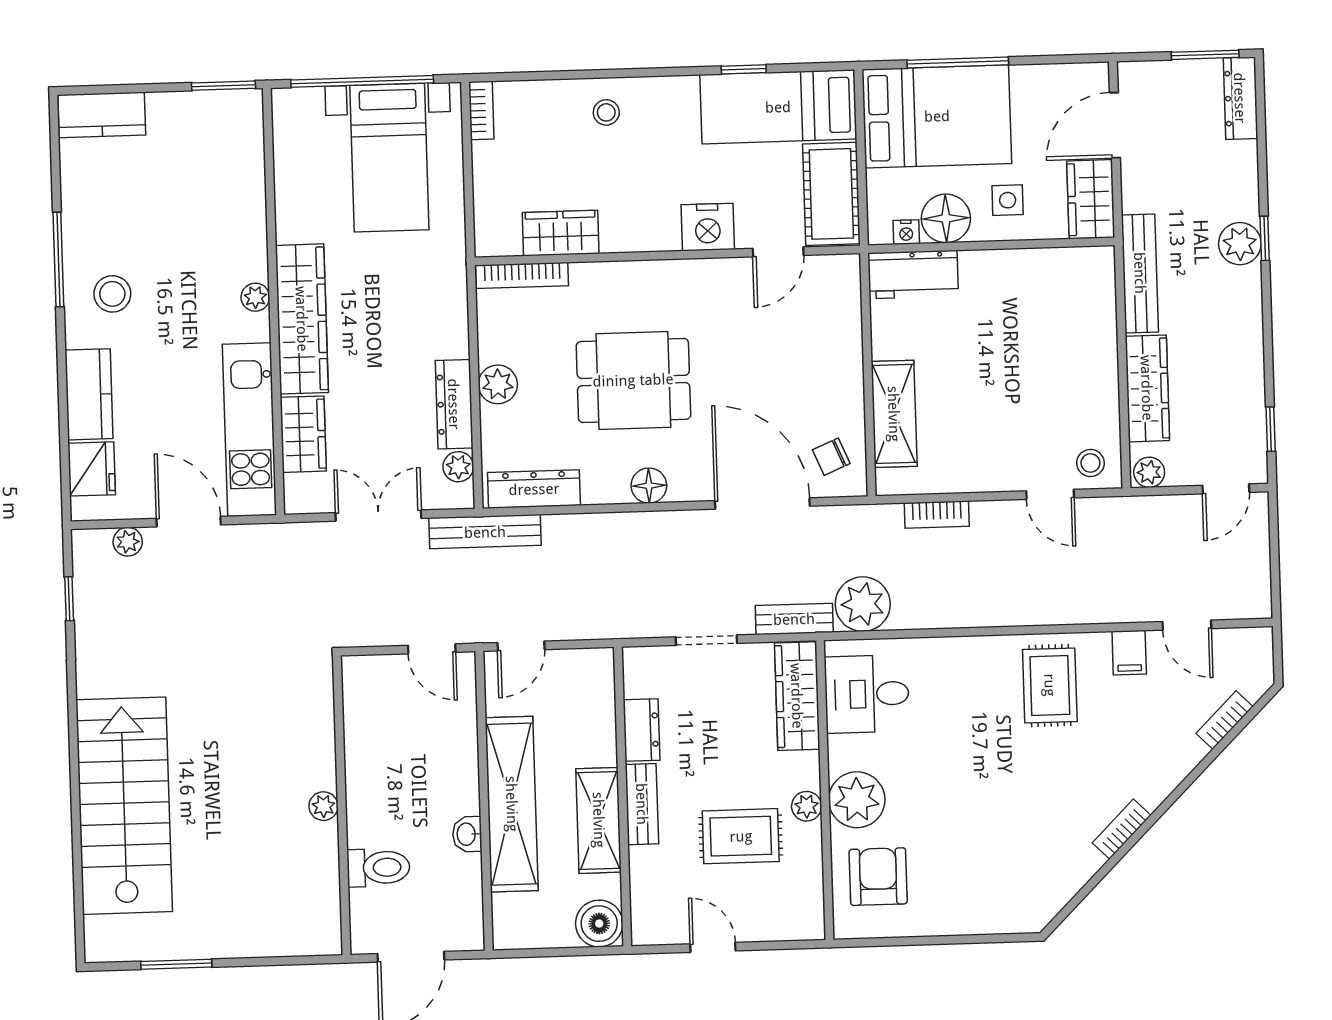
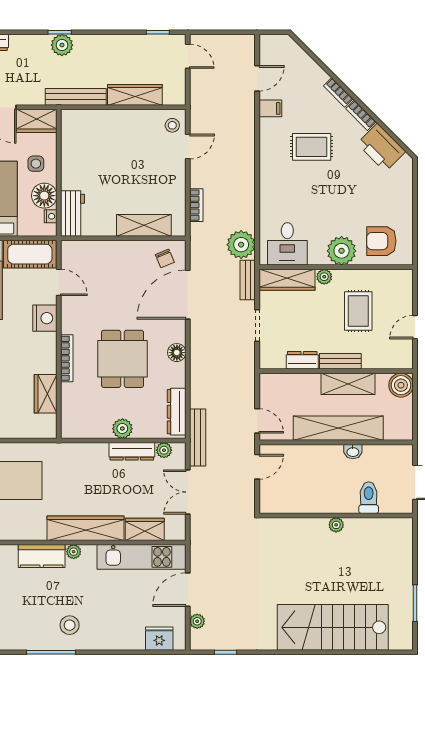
bookcase: (522, 275) -> (67, 358), moved
kitchen counter: (89, 394) -> (42, 556), moved, turned 180
plant: (1149, 472) -> (178, 95), removed
rug: (1050, 685) -> (312, 147), moved
bookcase: (1225, 720) -> (338, 92), moved
plant: (807, 806) -> (324, 277), moved
printer: (1060, 871) -> (381, 147), added

